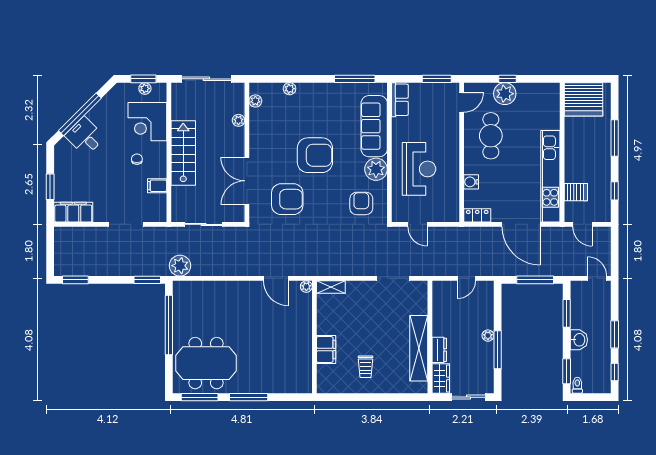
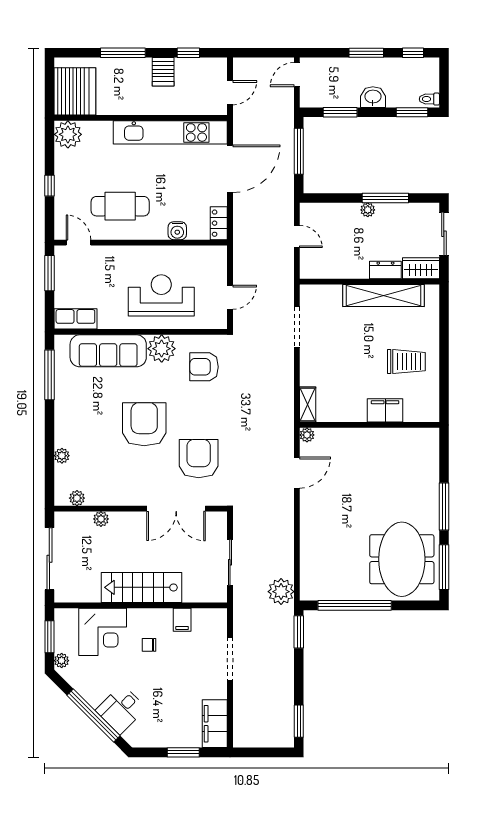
plant: (145, 88) -> (62, 661), moved
plant: (505, 94) -> (68, 134), moved
server rack: (576, 192) -> (163, 72), moved, turned 180
trolley: (365, 367) -> (406, 362), width x1.36, depth x1.39

